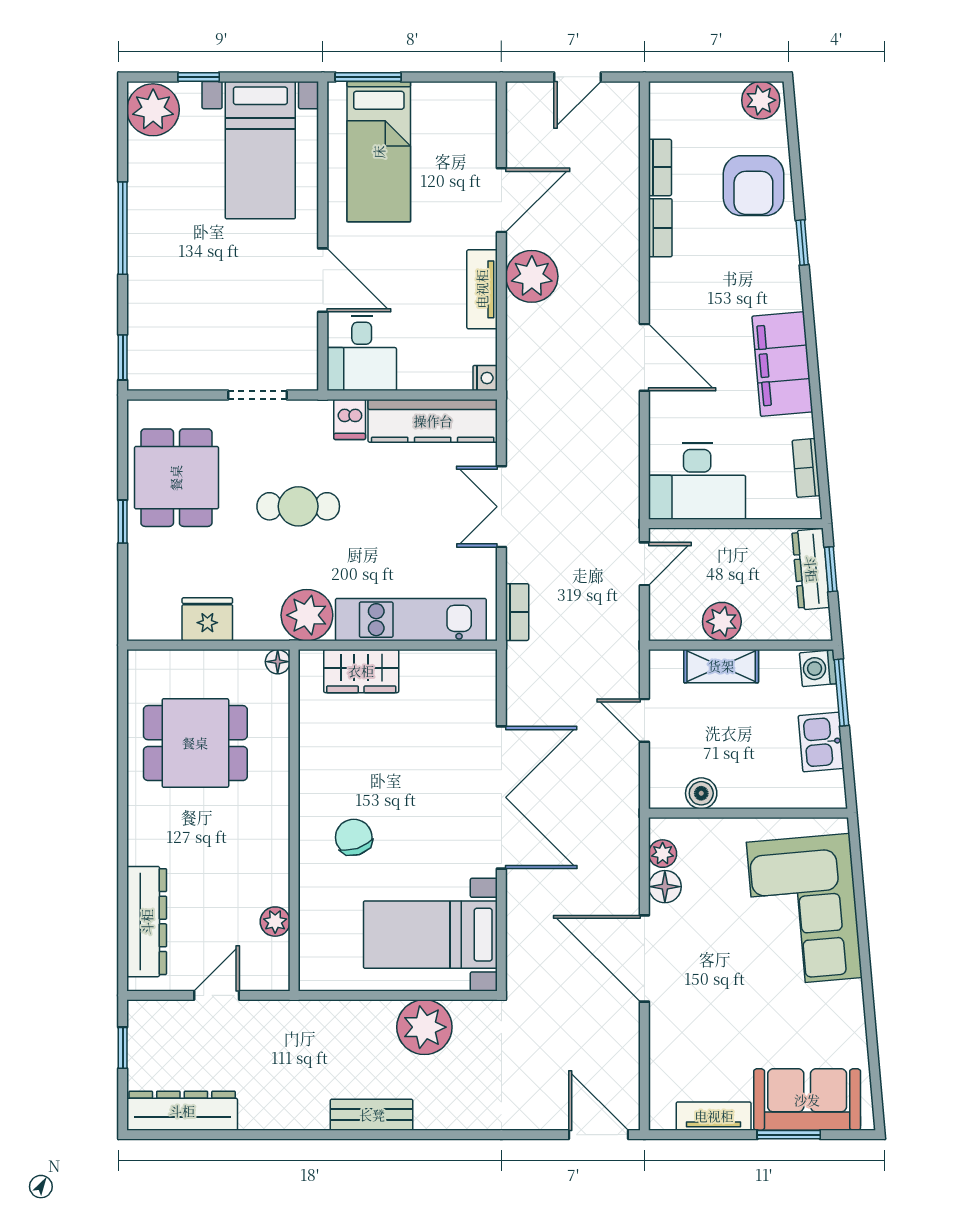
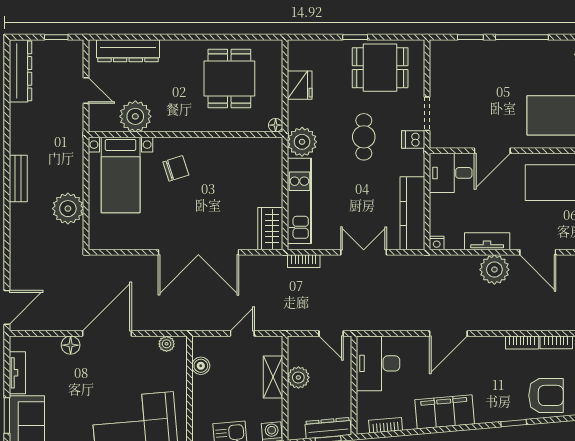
armchair: (753, 186) -> (546, 395), turned 180
window: (123, 357) -> (470, 37), moved
dishwasher: (350, 419) -> (413, 139), moved
wardrobe: (361, 671) -> (270, 229), moved
floor lamp: (665, 887) -> (71, 345), moved
plant: (275, 922) -> (135, 116), width x1.87, depth x1.87
bed with nightstands: (430, 935) -> (121, 175), moved, turned 180

